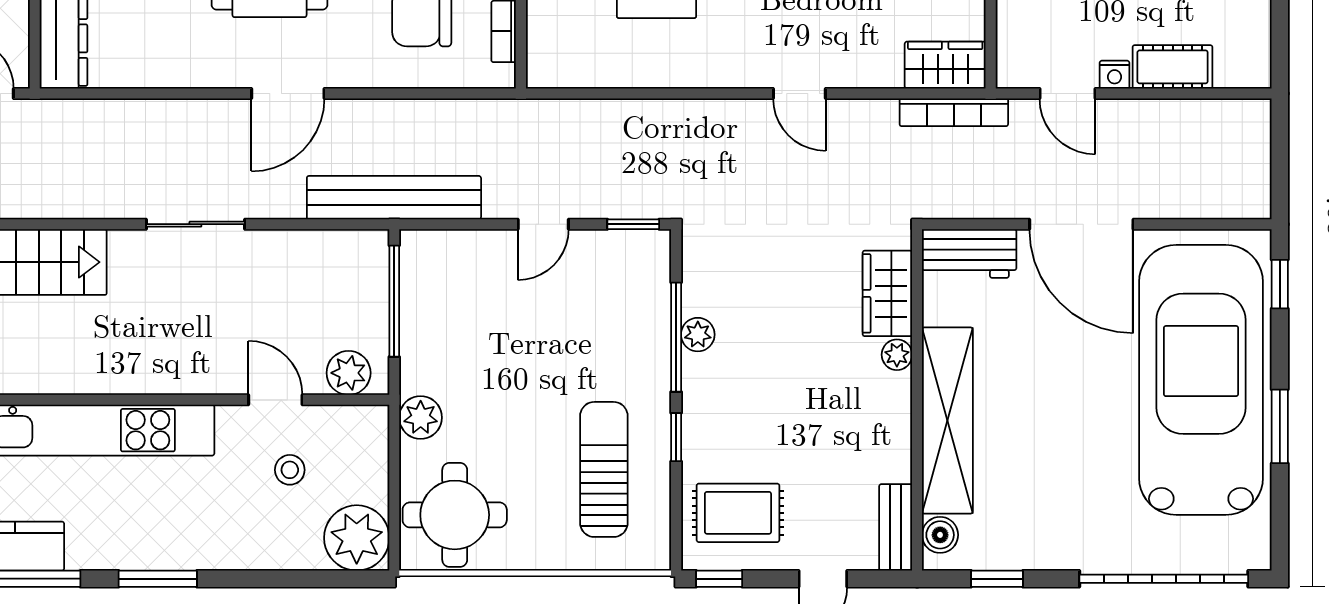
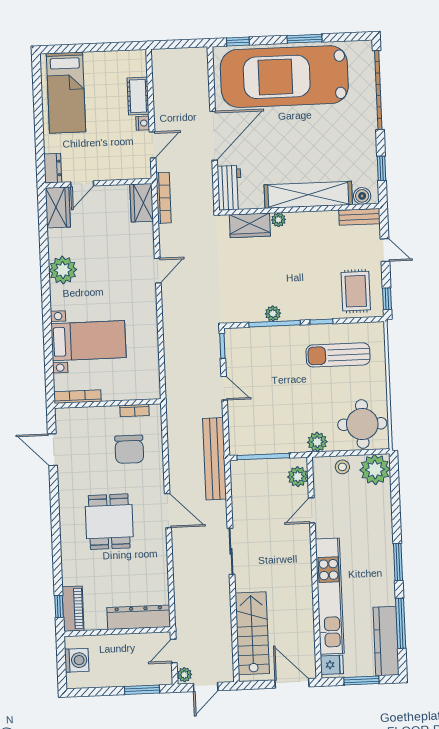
stool: (290, 470) -> (342, 467), moved

